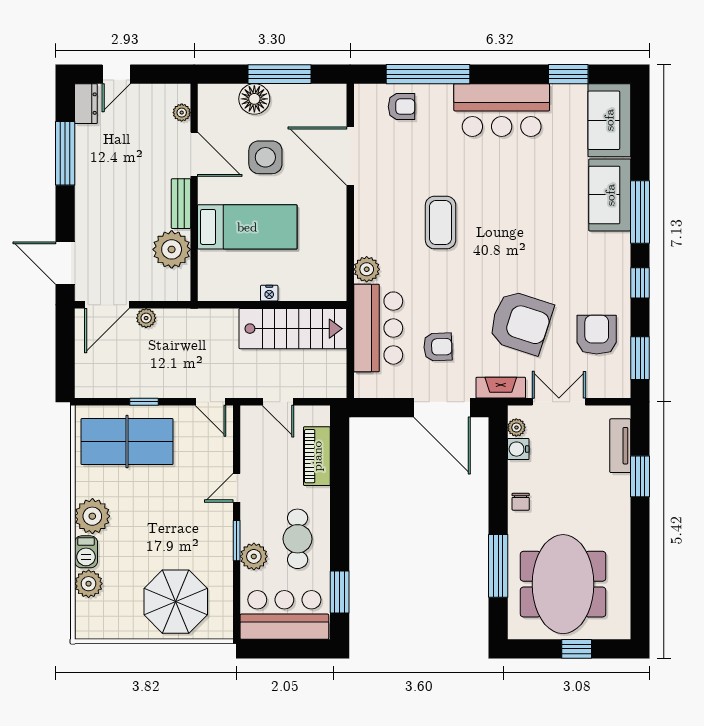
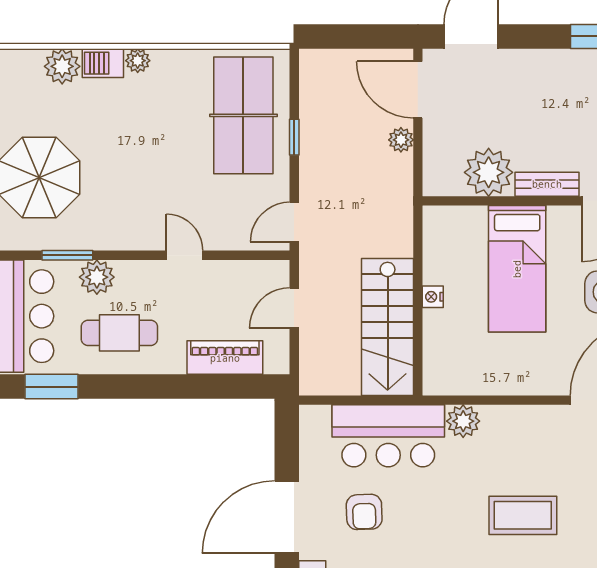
plant: (92, 516) -> (138, 61), width x0.53, depth x0.53
window: (237, 541) -> (67, 255), moved

